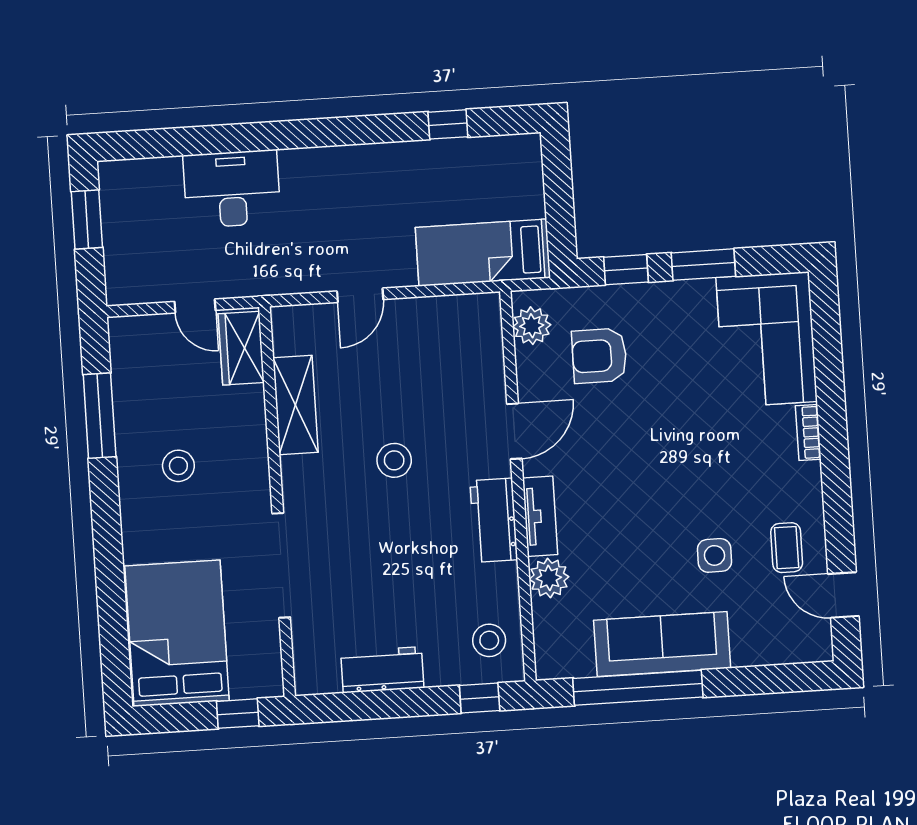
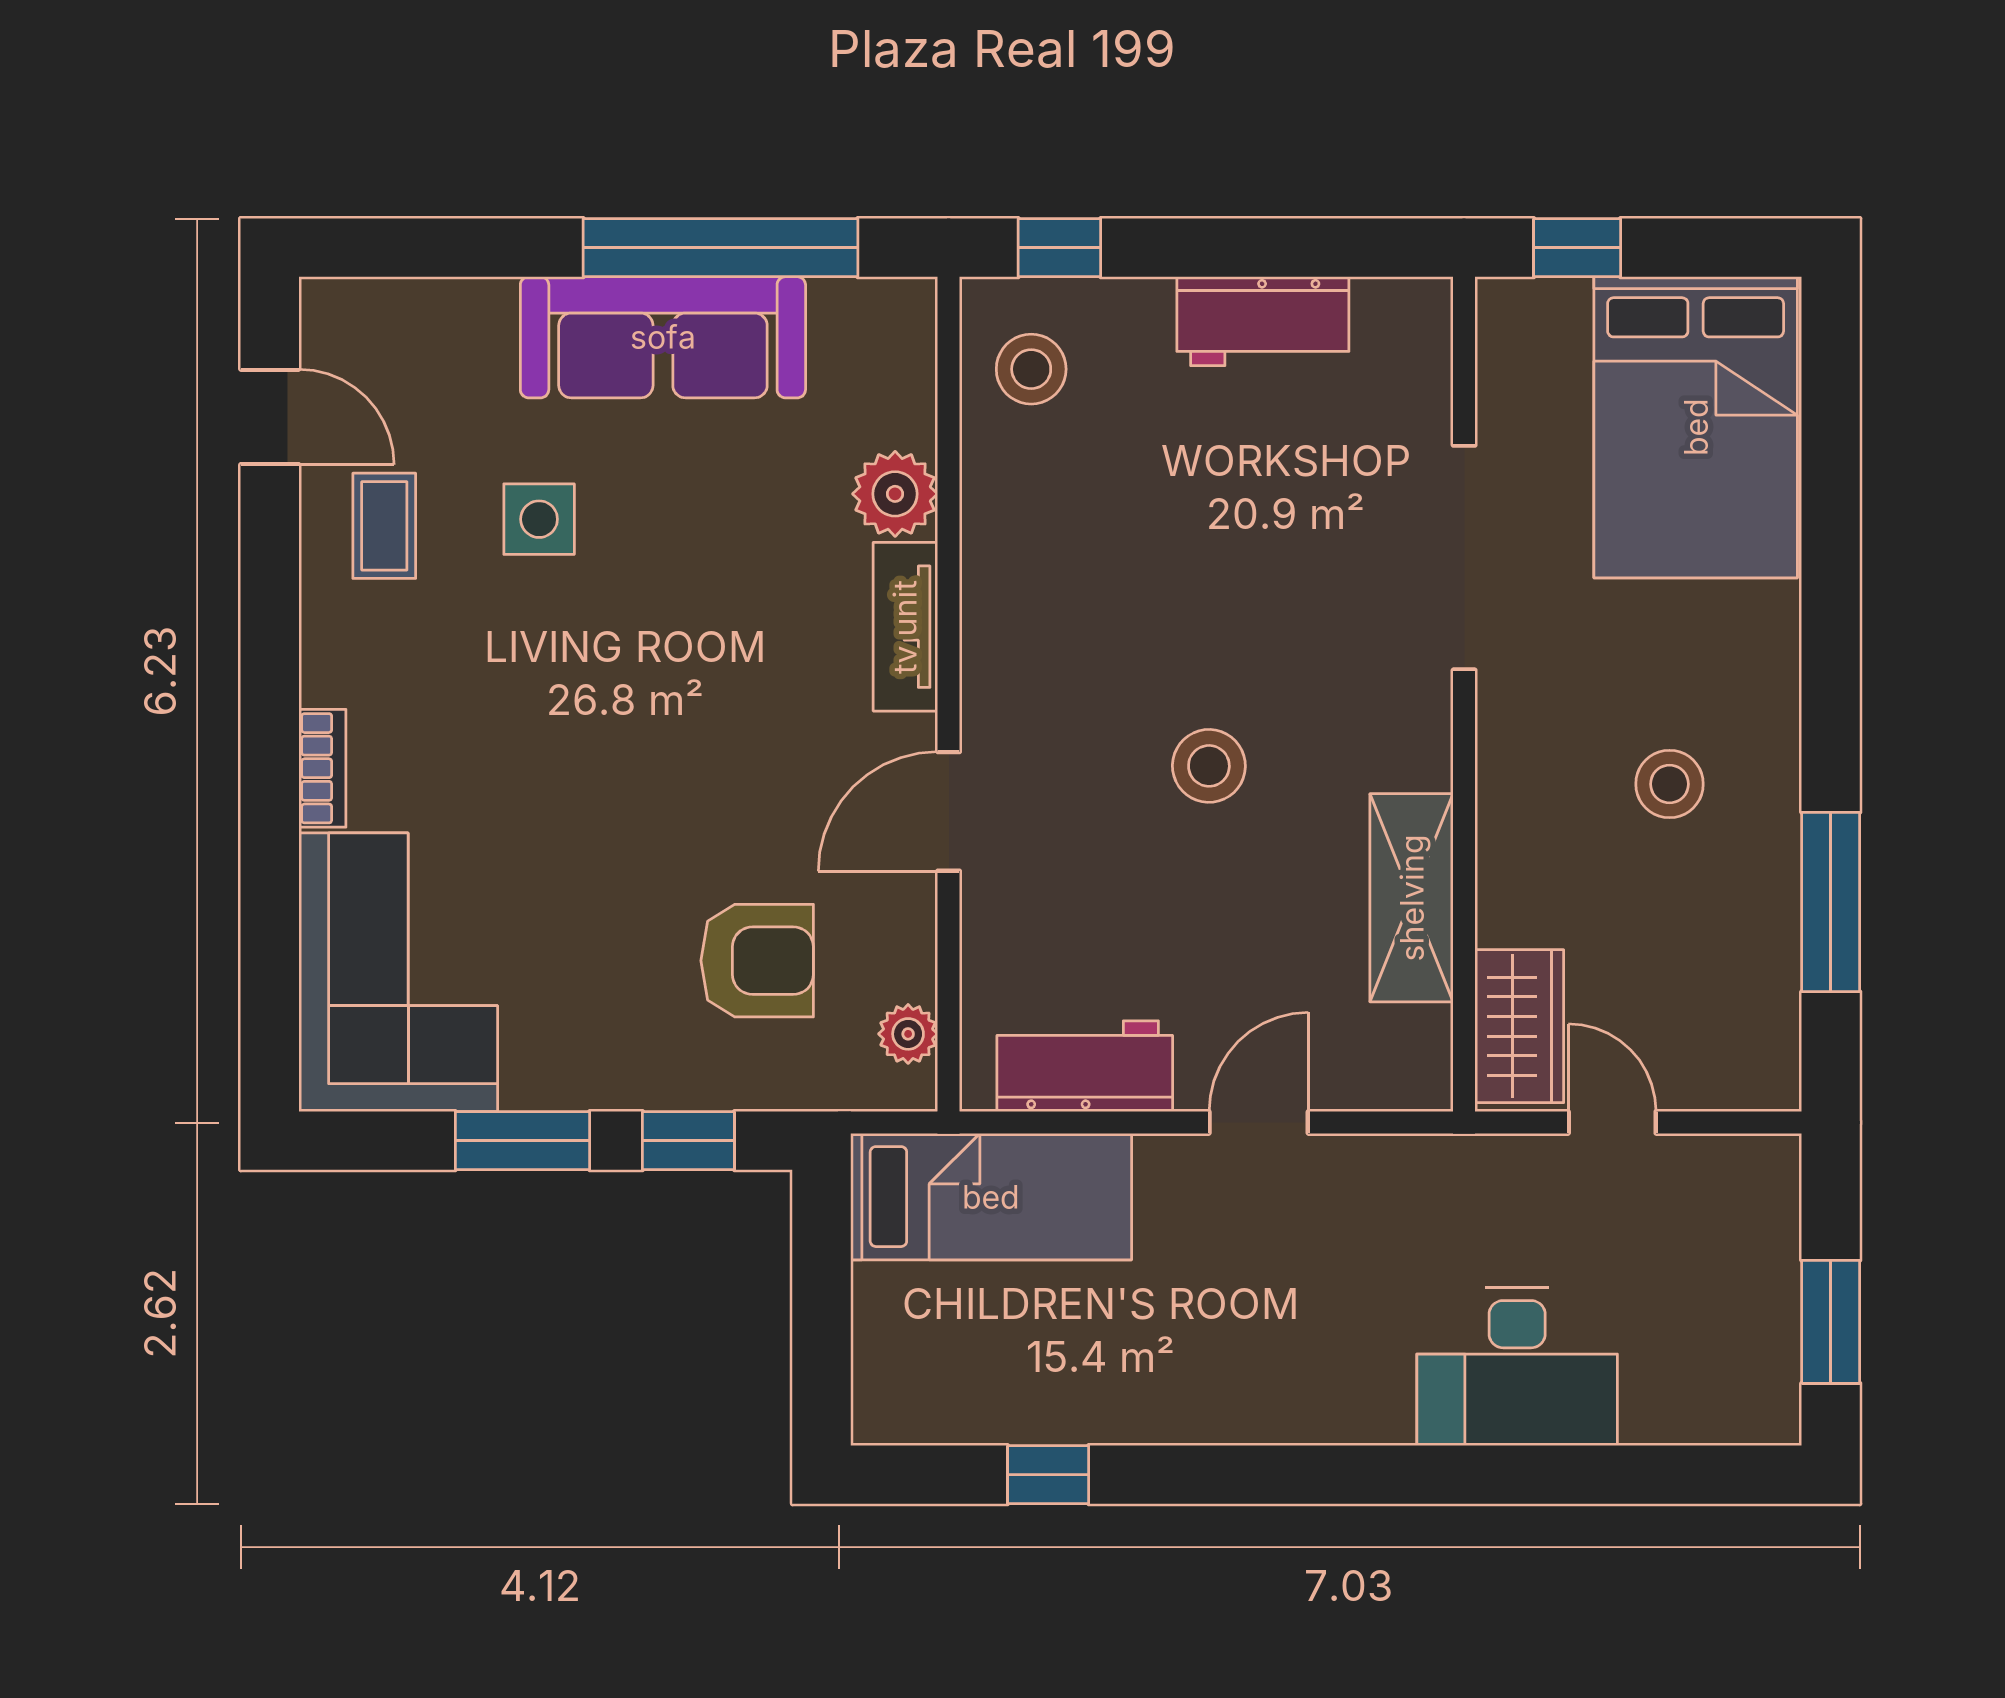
plant: (532, 326) -> (908, 1034), width x0.73, depth x0.73
workbench: (494, 520) -> (1085, 1066), moved, turned -90

